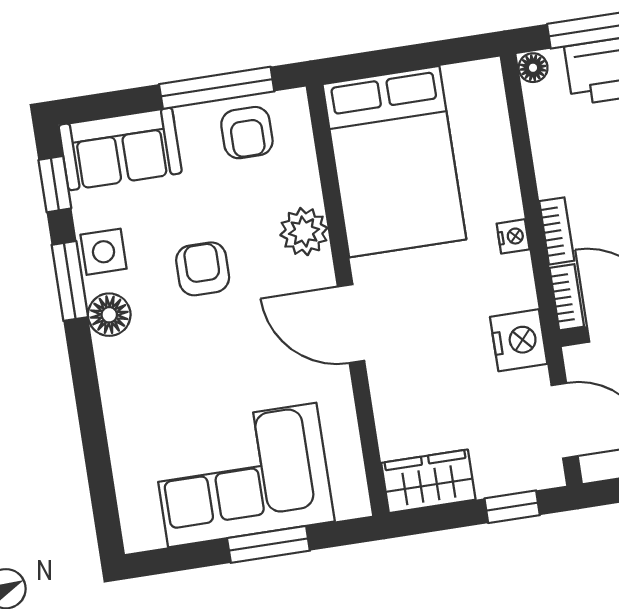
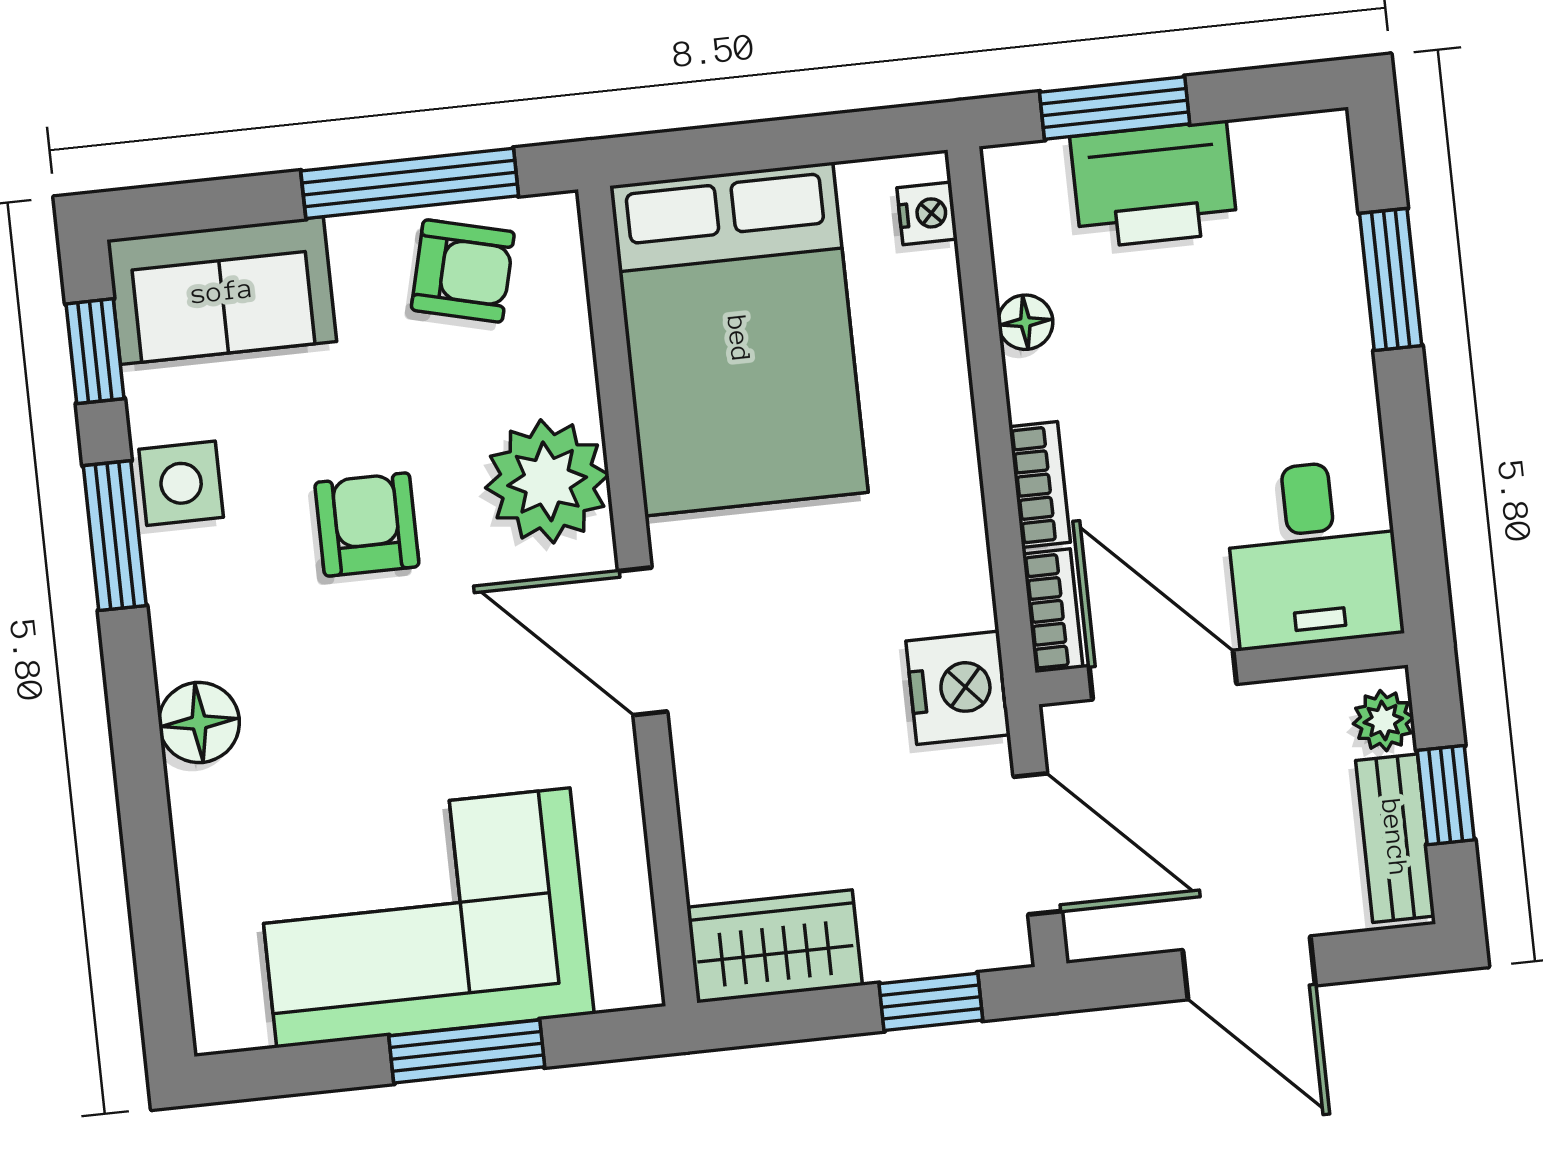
floor lamp: (533, 68) -> (1025, 322), moved
armchair: (247, 133) -> (463, 271), turned -76
plant: (304, 232) -> (547, 481), width x1.36, depth x1.36
nightstand: (513, 236) -> (927, 213), moved
floor lamp: (109, 315) -> (199, 722), moved

